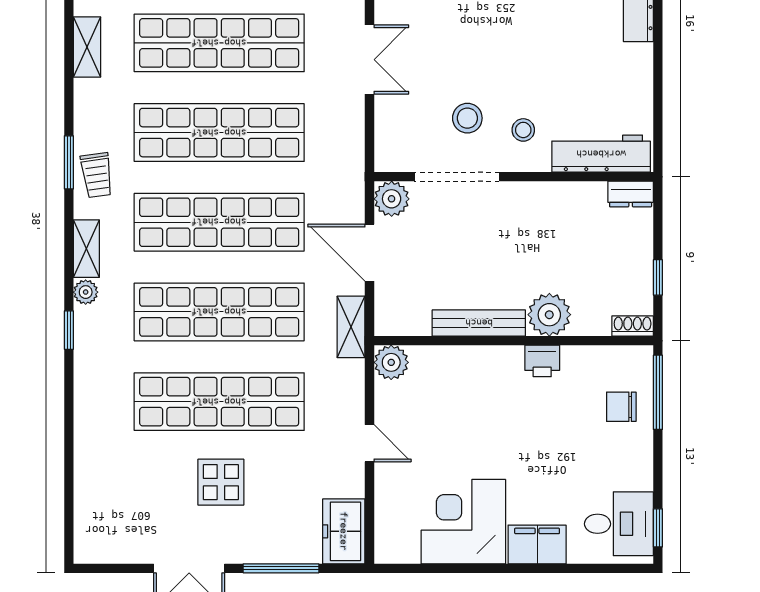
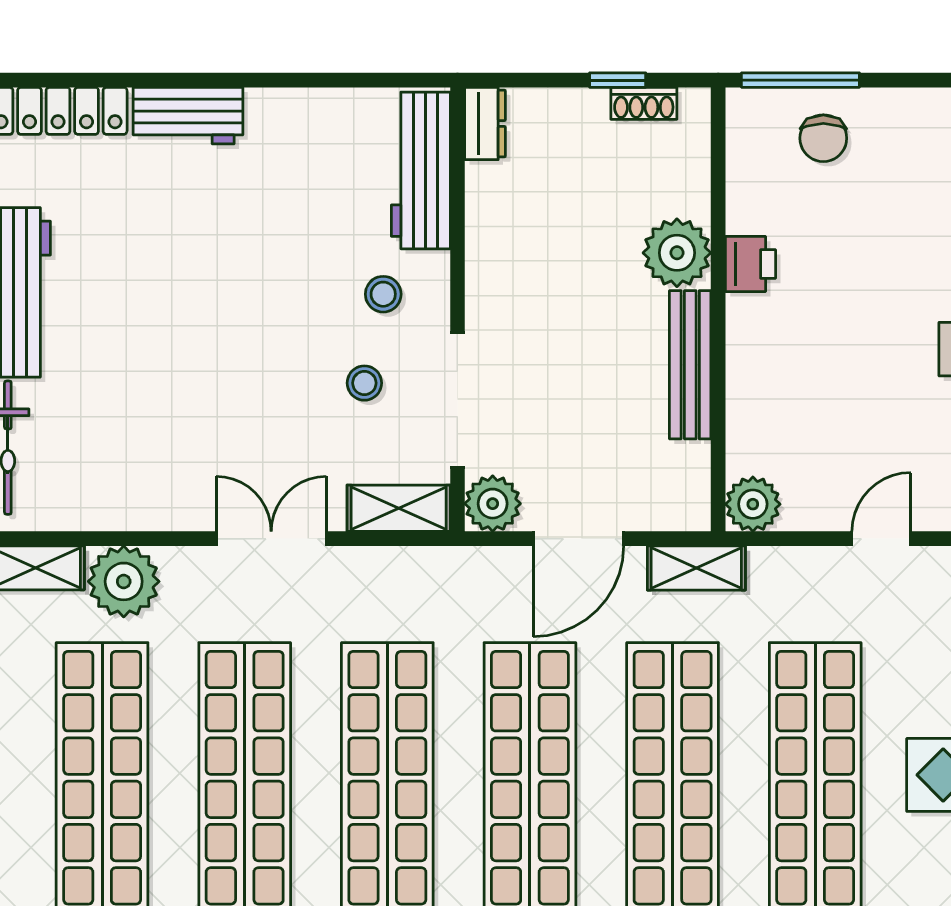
stool: (467, 118) -> (364, 383), width x0.73, depth x0.73
shelving: (389, 140) -> (399, 508), added
shoe rack: (633, 326) -> (644, 103), moved, turned -90

